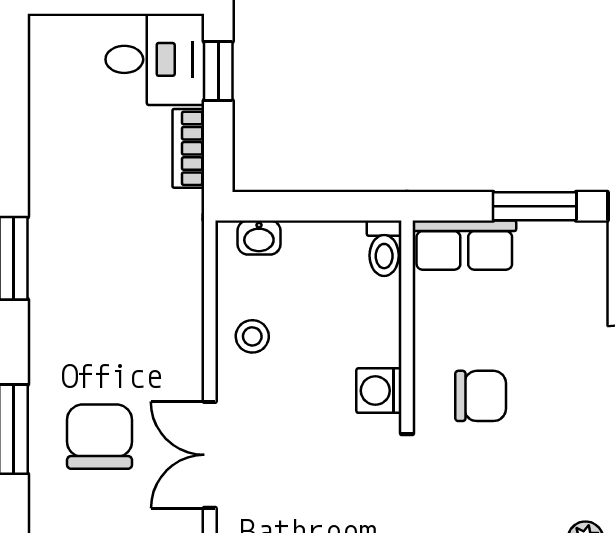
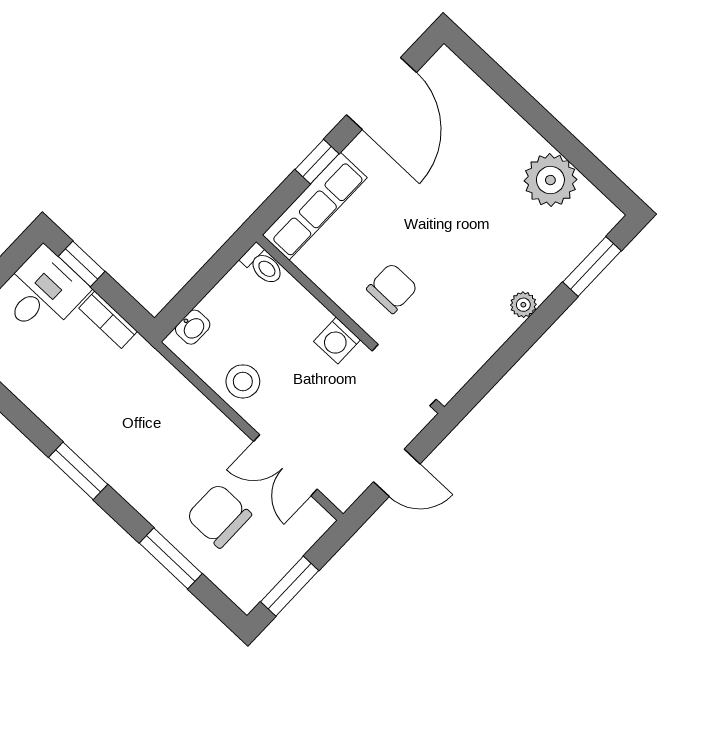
window: (535, 206) -> (317, 162), width x0.67
row of seats: (464, 245) -> (315, 206), width x1.48
stool: (252, 336) -> (243, 381), width x1.37, depth x1.37

